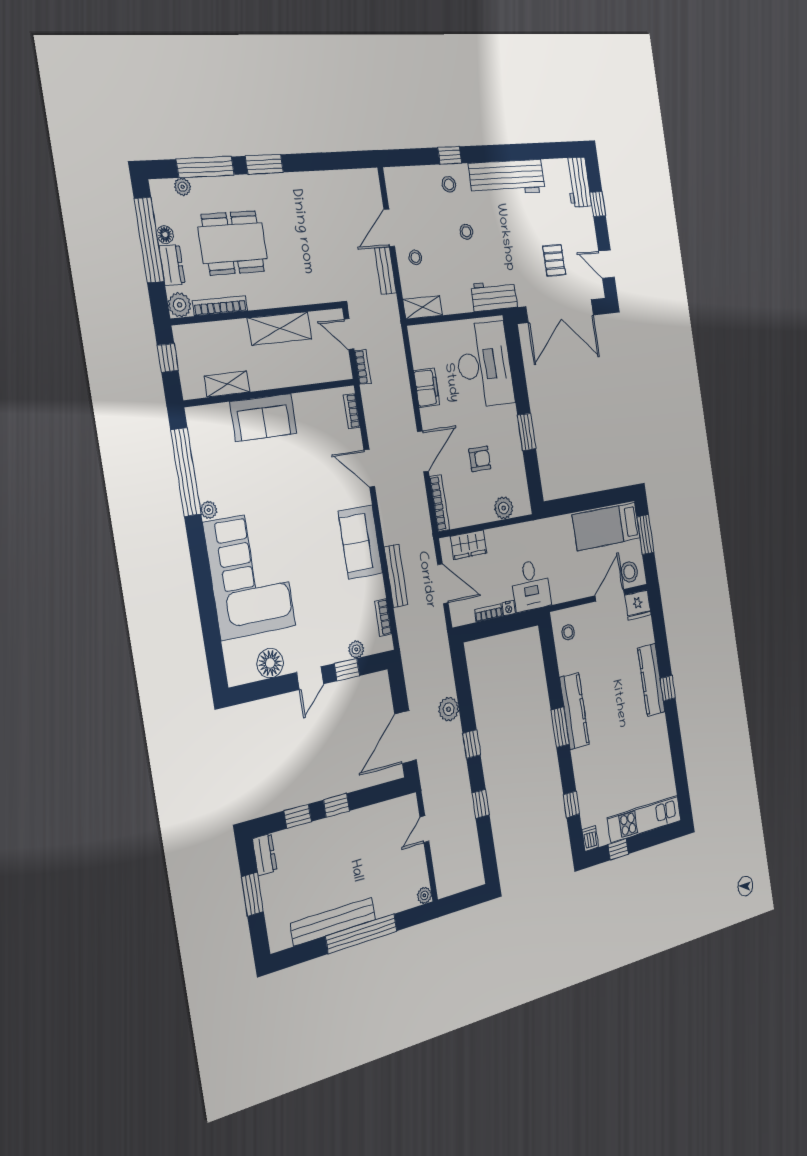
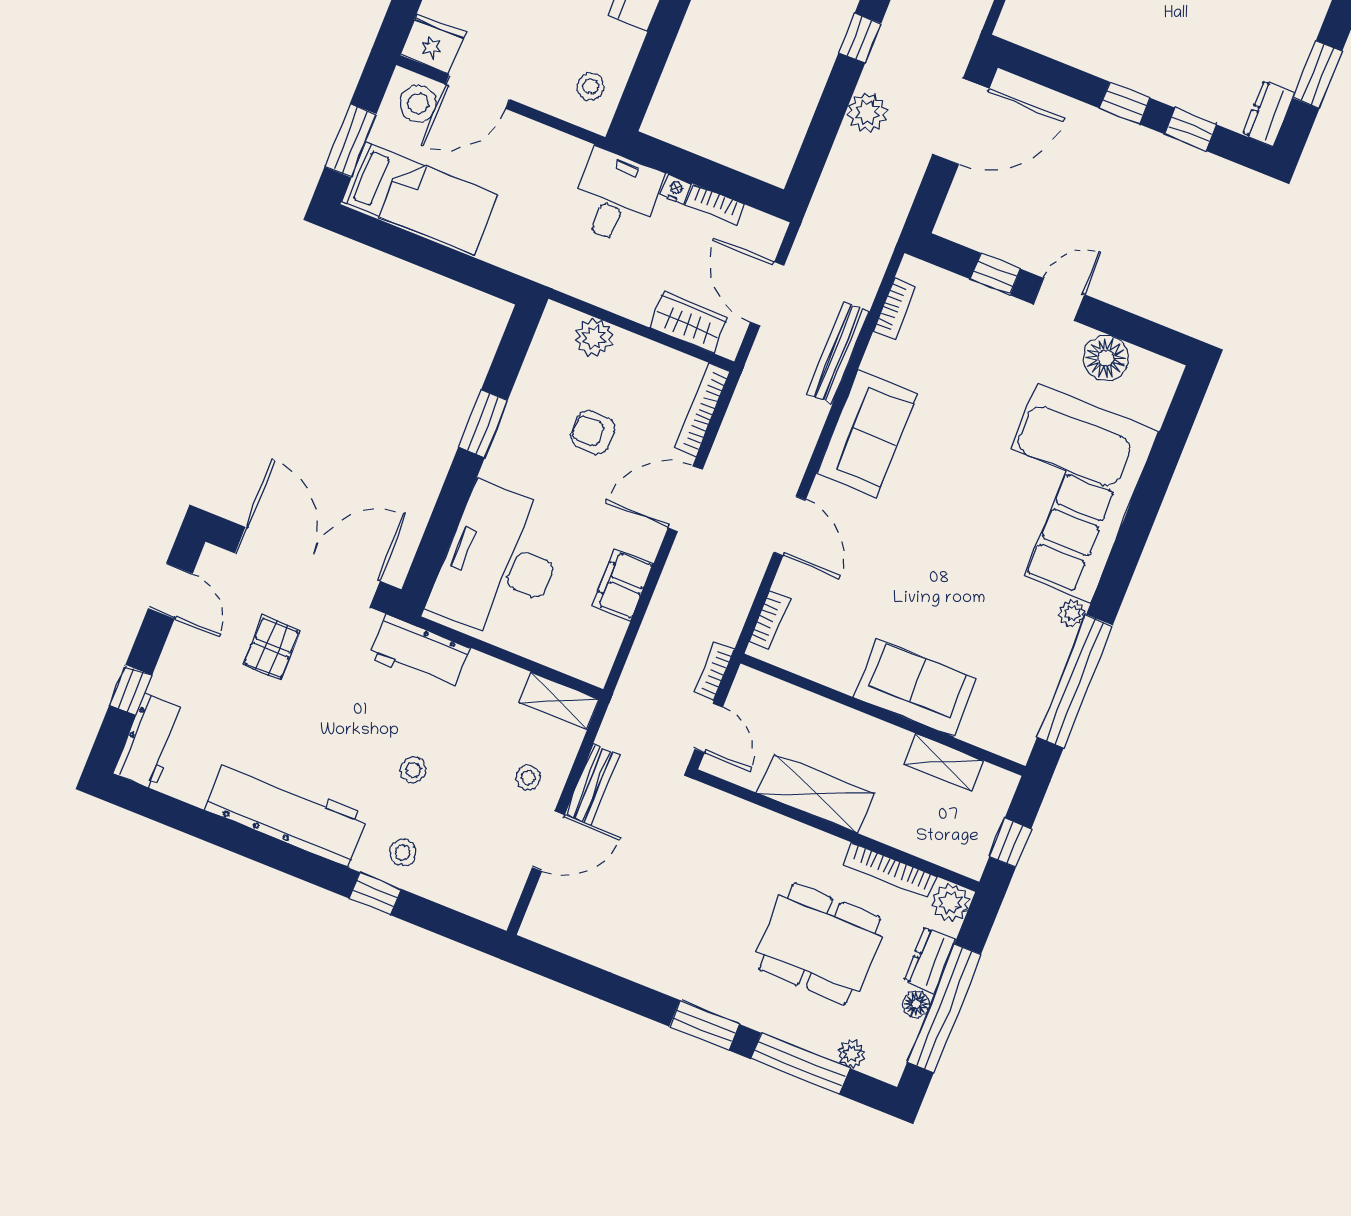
plant: (356, 649) -> (964, 292), removed

